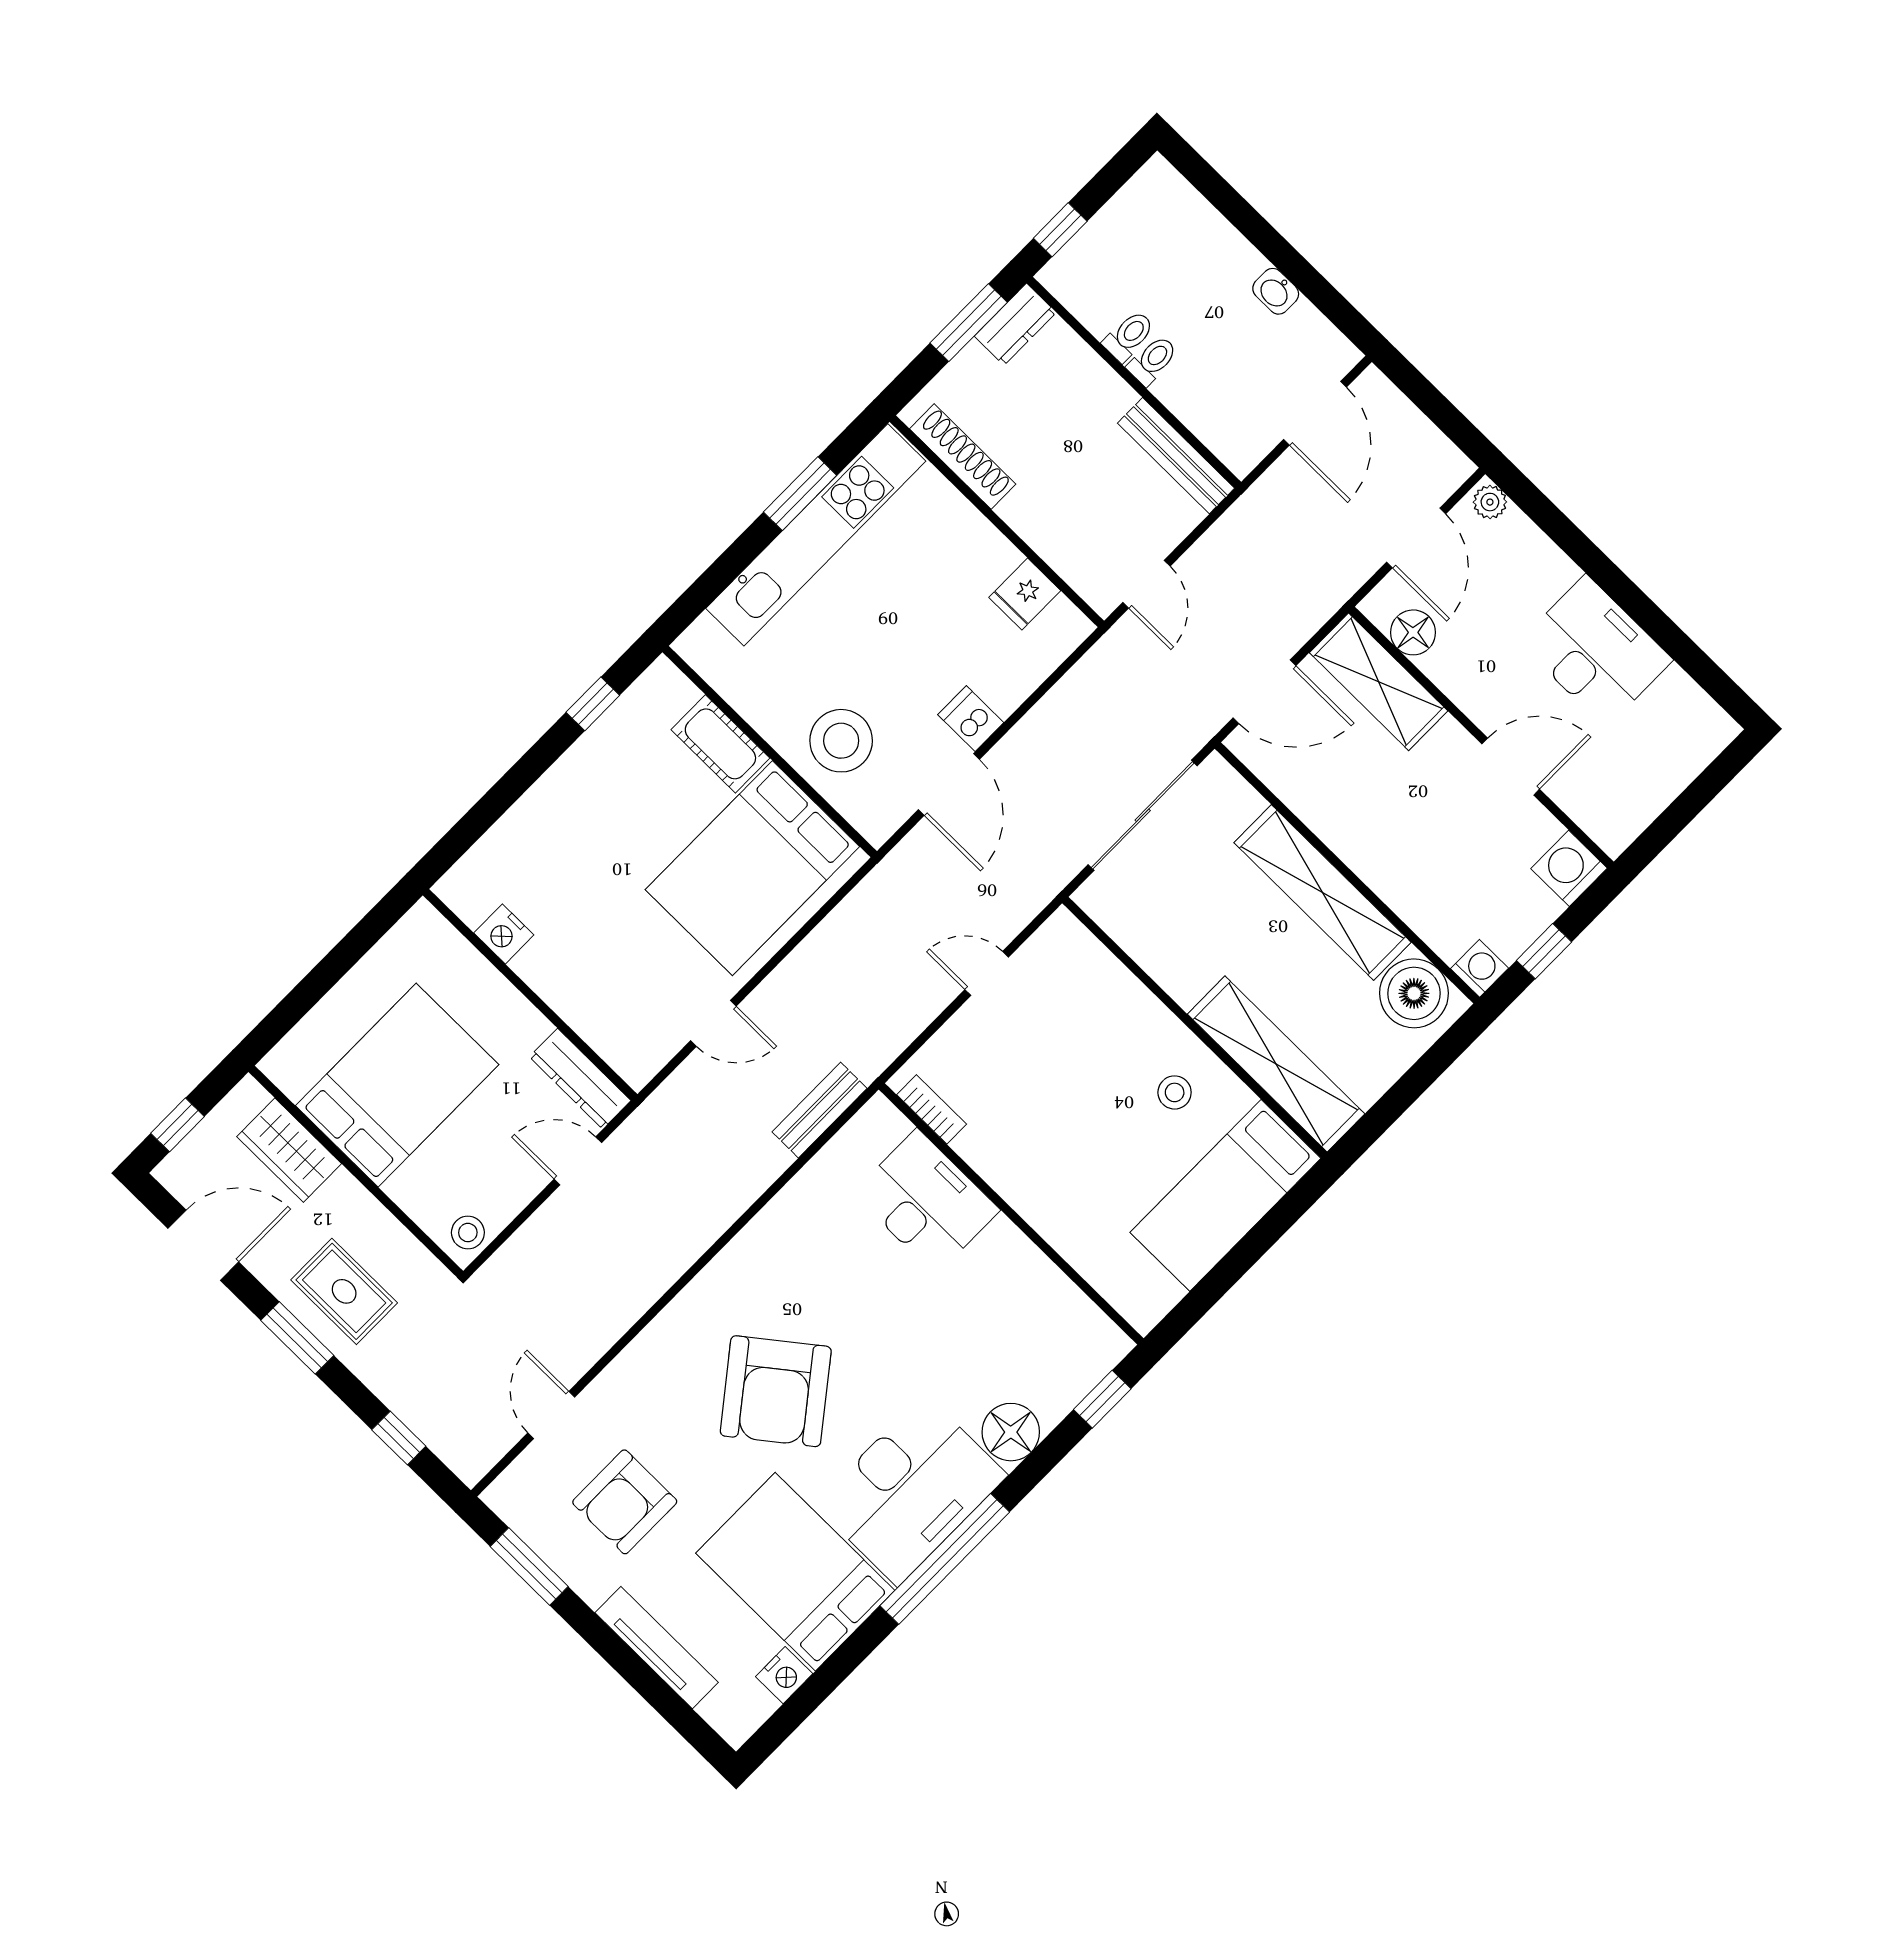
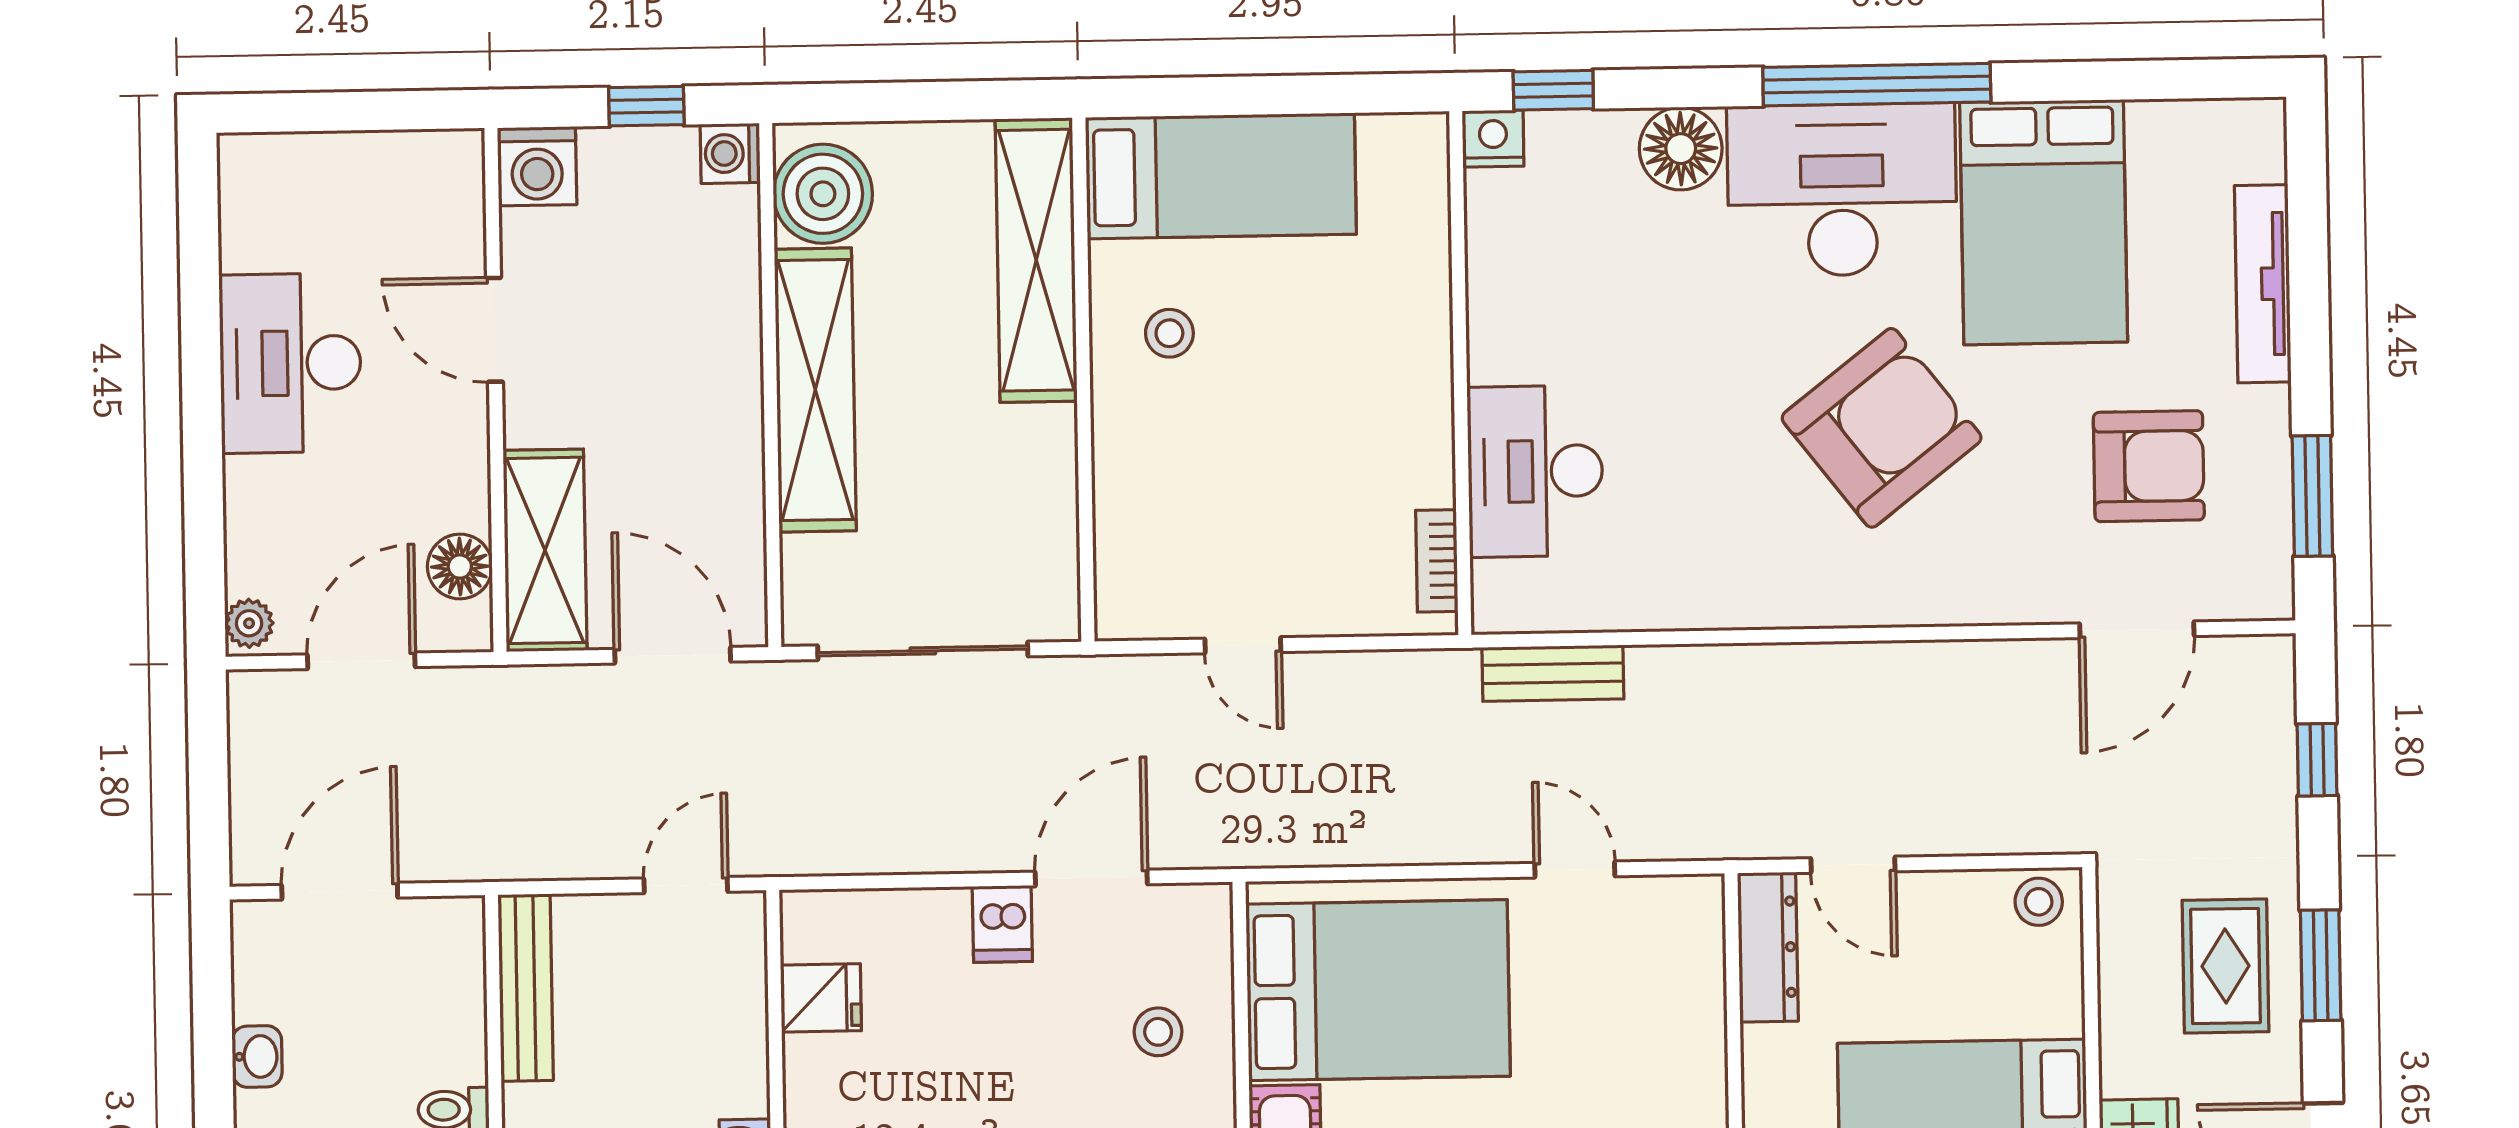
stool: (841, 741) -> (1158, 1032), width x0.53, depth x0.53
door: (551, 1415) -> (2137, 630), width x1.38
nightstand: (784, 1675) -> (1493, 139), moved

